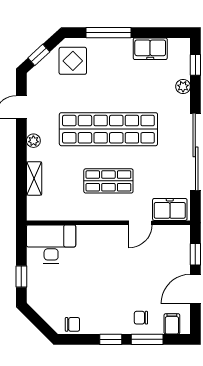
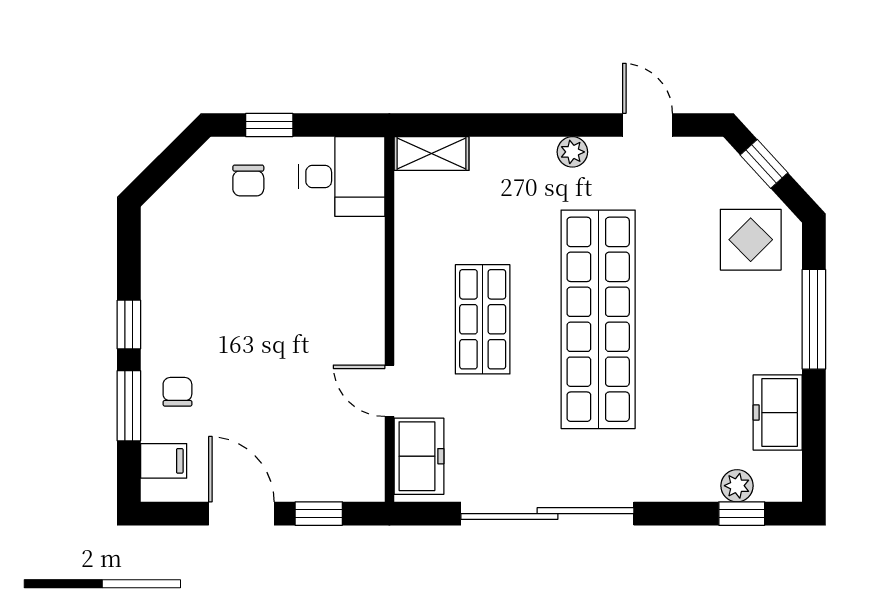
plant: (183, 87) -> (737, 486), moved
shelving: (34, 178) -> (432, 154), moved
desk: (51, 244) -> (342, 177), width x0.73
chair: (72, 324) -> (248, 181), moved

